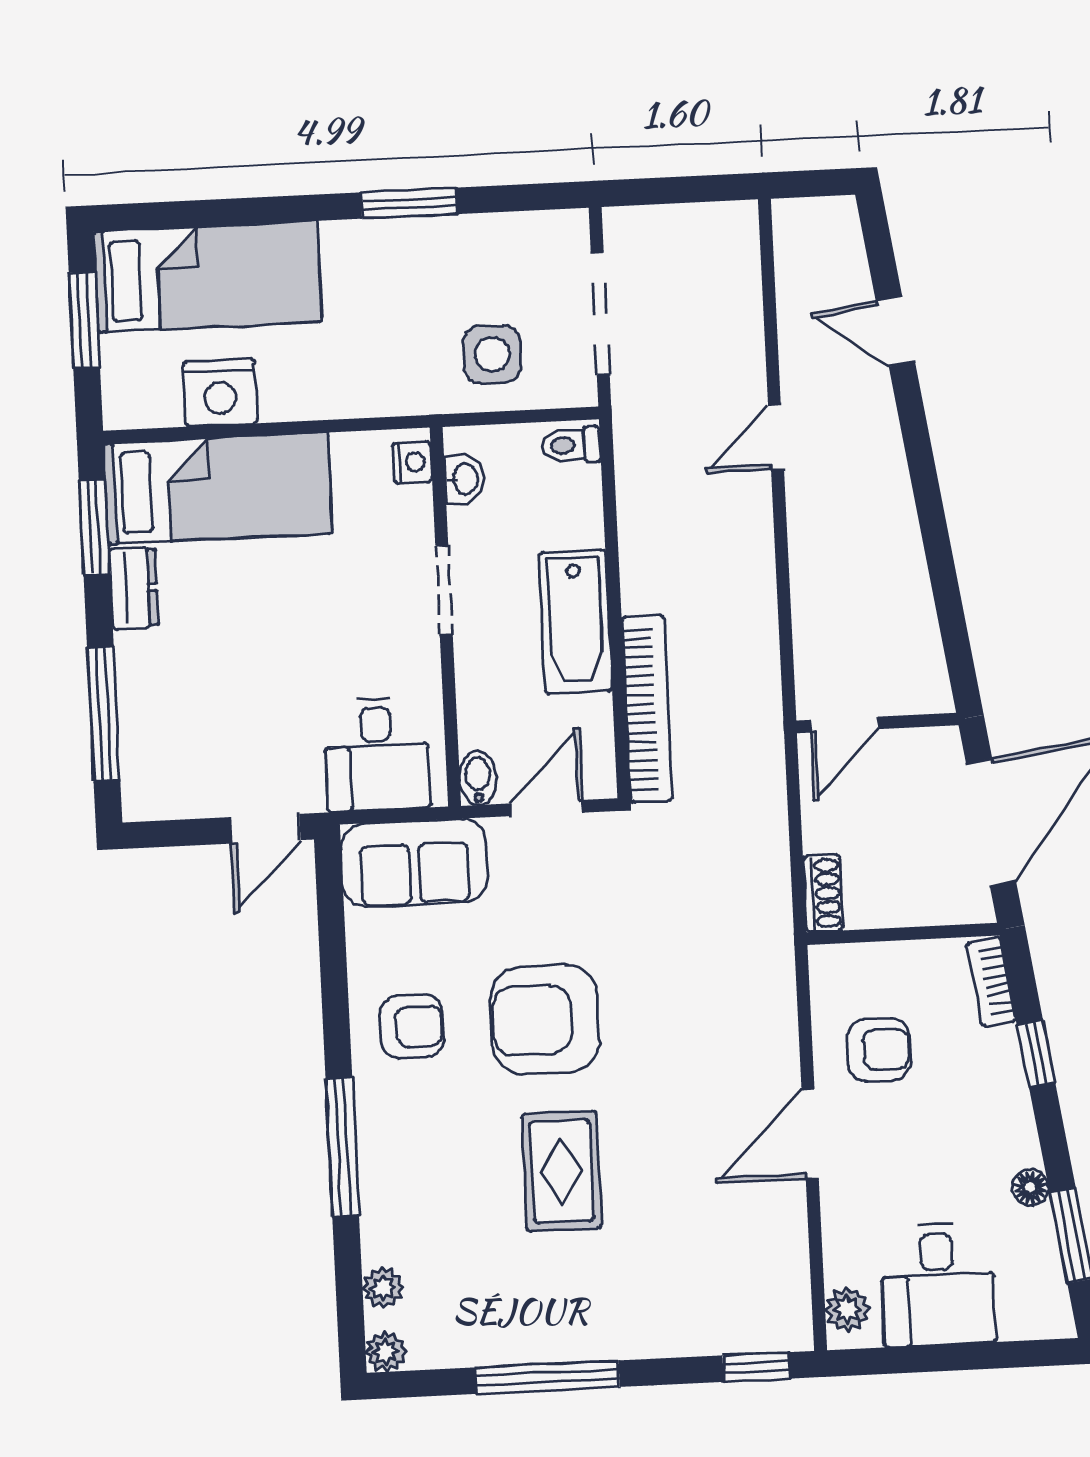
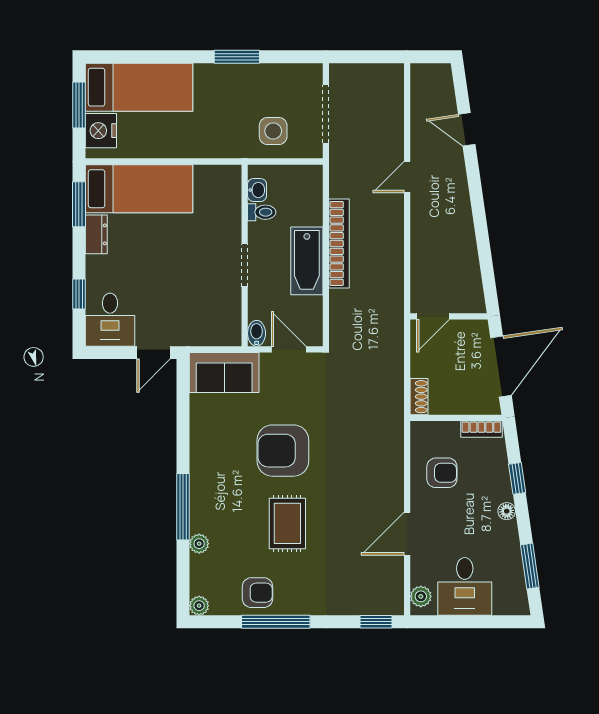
nightstand: (220, 393) -> (101, 131), moved, turned 90
toilet: (571, 445) -> (262, 212), moved, turned 180
nightstand: (412, 462) -> (233, 181), removed
doorway: (444, 590) -> (245, 265), moved
bookcase: (647, 709) -> (339, 243), moved
window: (104, 714) -> (79, 294), width x0.46
desk: (377, 754) -> (110, 320), moved
door: (547, 808) -> (289, 349), hinge flipped
bookcase: (991, 982) -> (481, 429), moved, turned -82
armchair: (412, 1026) -> (258, 593), moved
door: (810, 1134) -> (407, 534), moved
floor lamp: (1030, 1188) -> (507, 511), moved
plant: (383, 1288) -> (199, 544), moved

